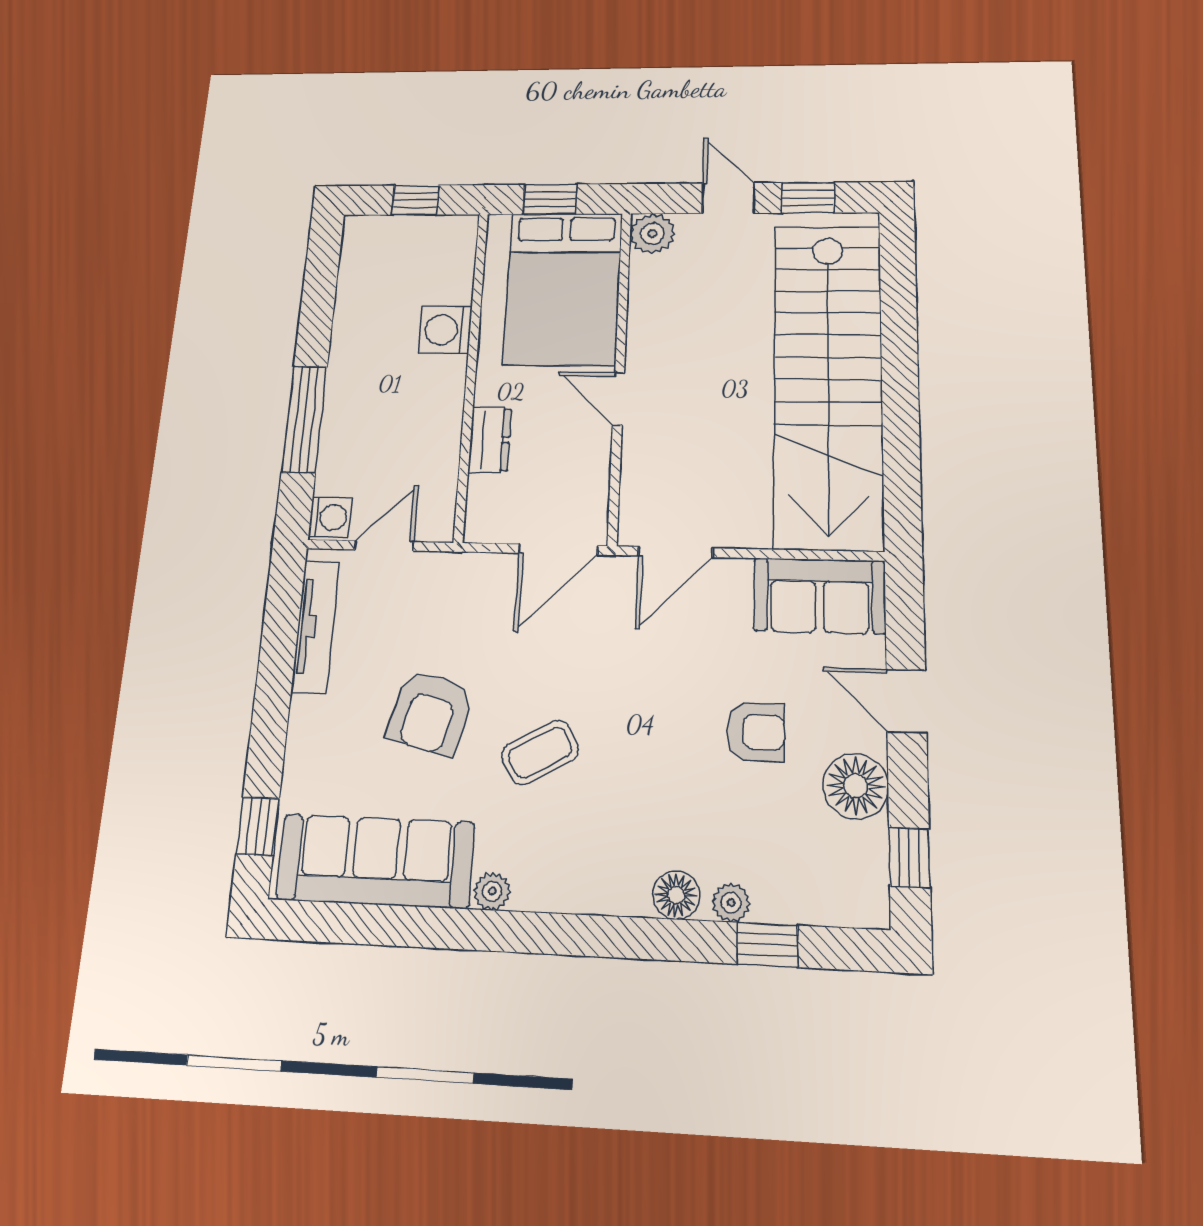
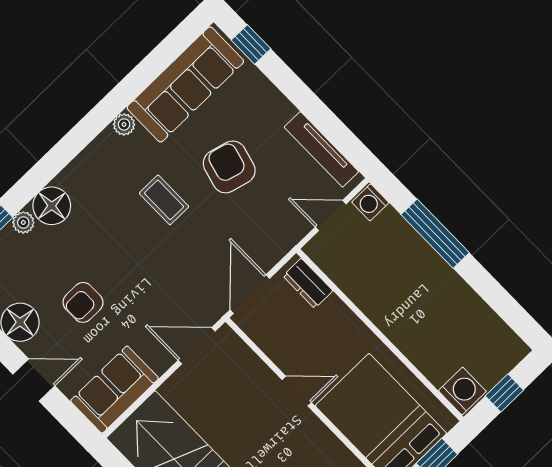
washing machine: (445, 330) -> (462, 391), moved
dresser: (490, 440) -> (308, 283), moved
door: (384, 546) -> (331, 215), swing flipped
door: (675, 552) -> (197, 346), hinge flipped
coffee table: (540, 752) -> (164, 200), turned -61
floor lamp: (676, 895) -> (52, 206), width x1.38, depth x1.38

